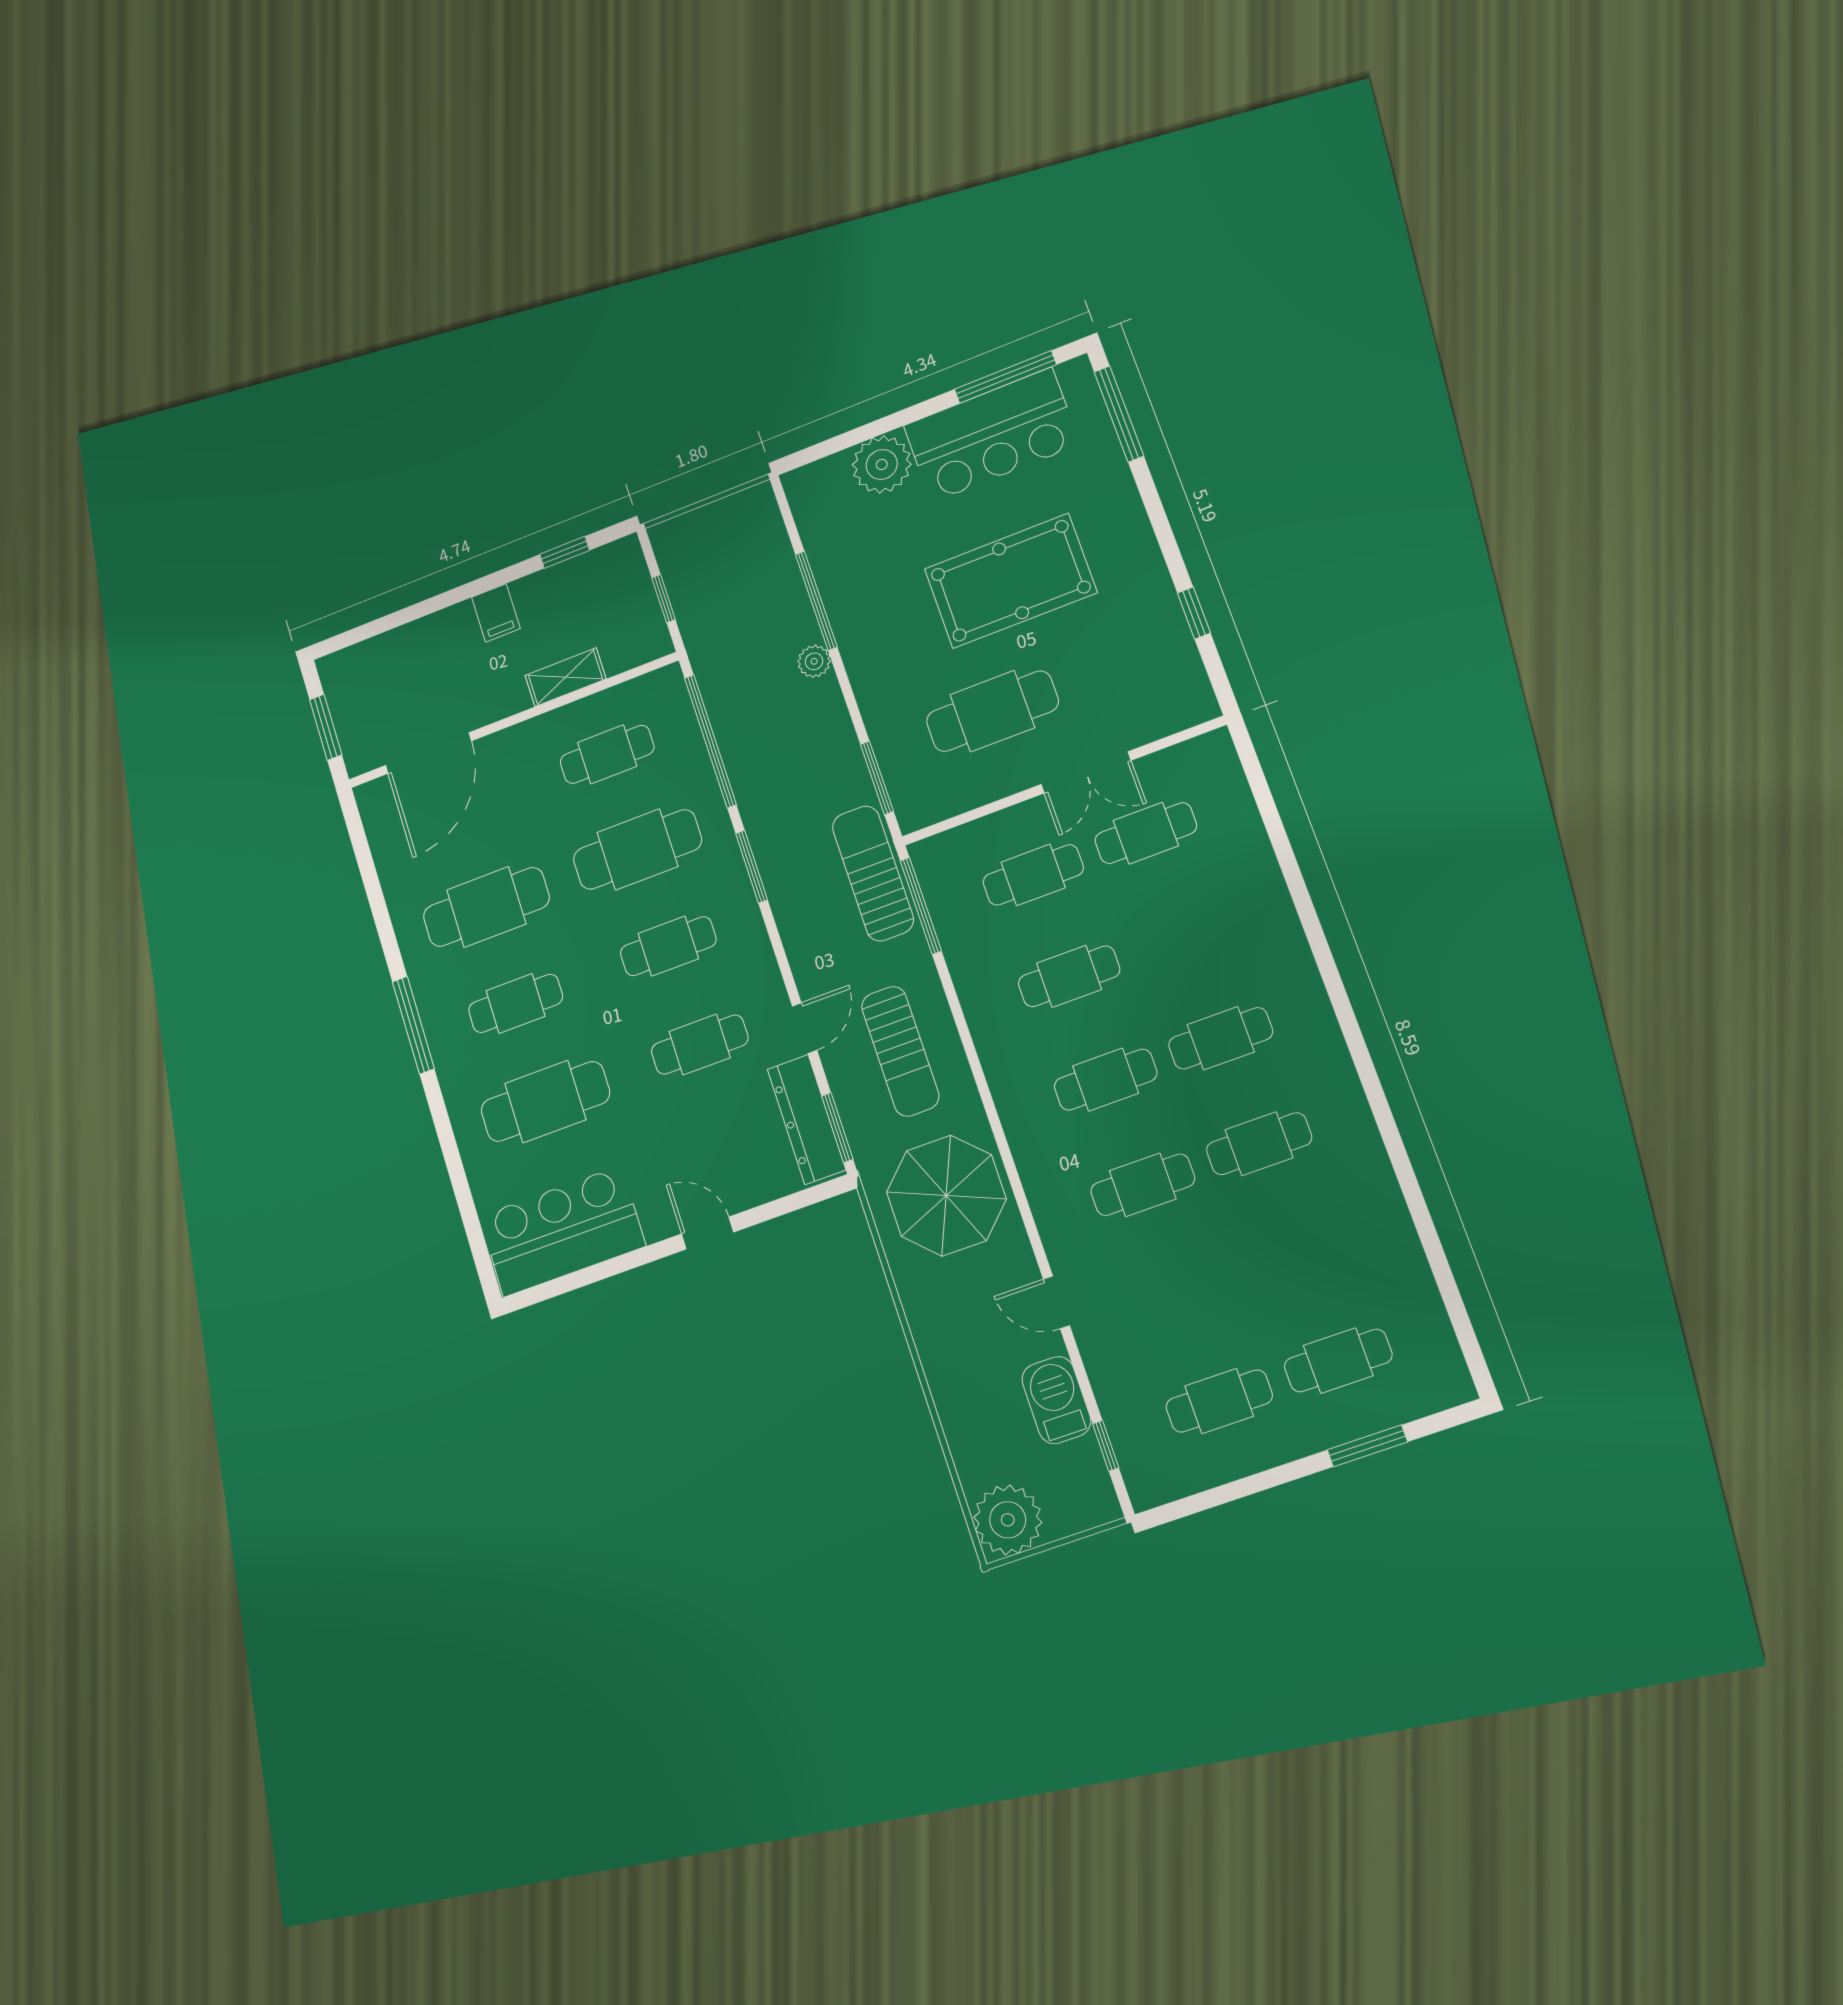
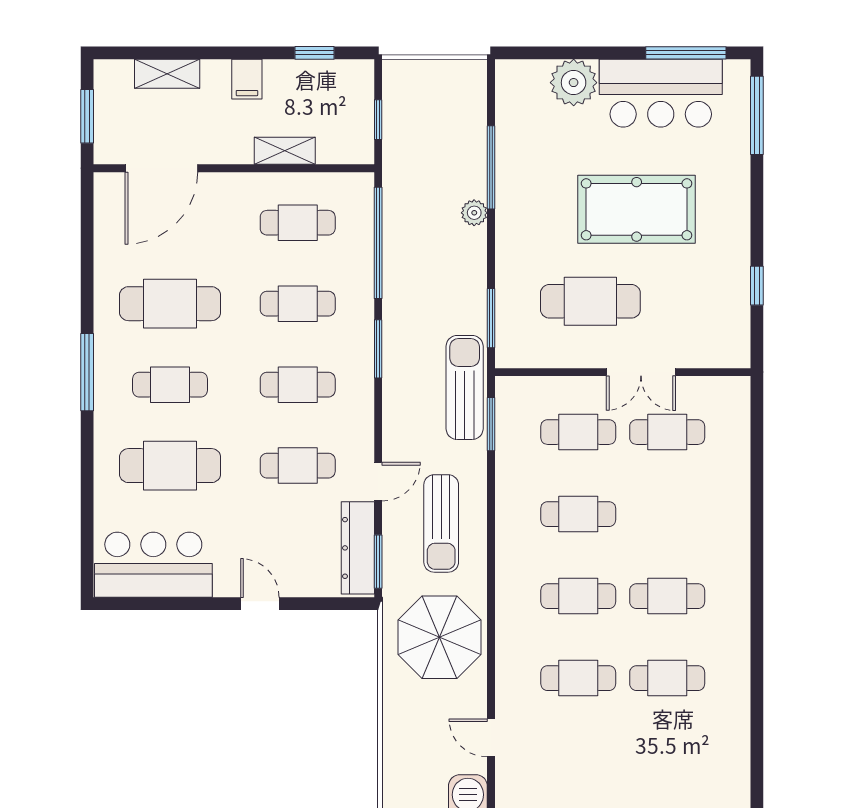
shelving: (402, 643) -> (167, 74), added
cafe table: (637, 849) -> (298, 304), width x0.73, depth x0.74
window: (921, 906) -> (491, 424), width x0.69

